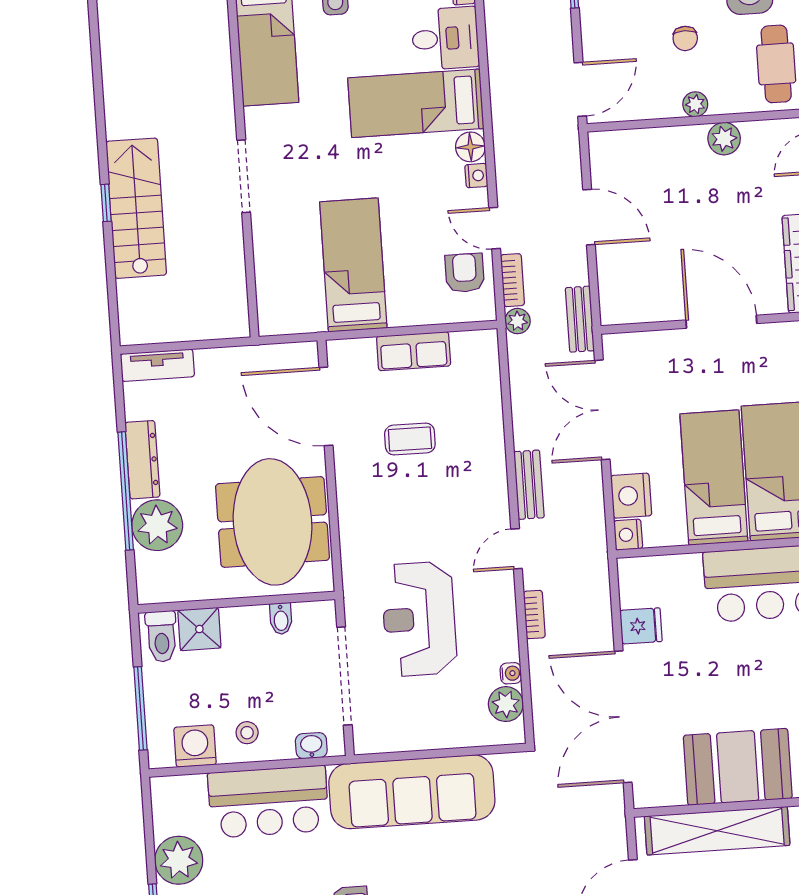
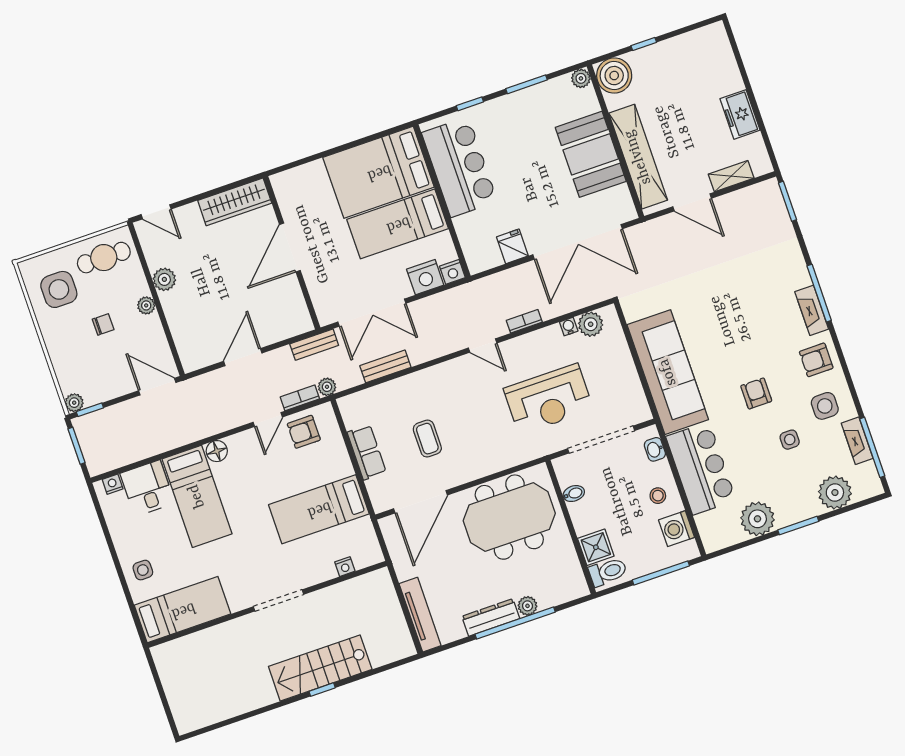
nightstand: (476, 176) -> (345, 567), moved, turned 180
tv unit: (157, 365) -> (420, 615), width x1.41
bench: (529, 485) -> (385, 366), moved
plant: (157, 525) -> (528, 606), width x0.53, depth x0.53

